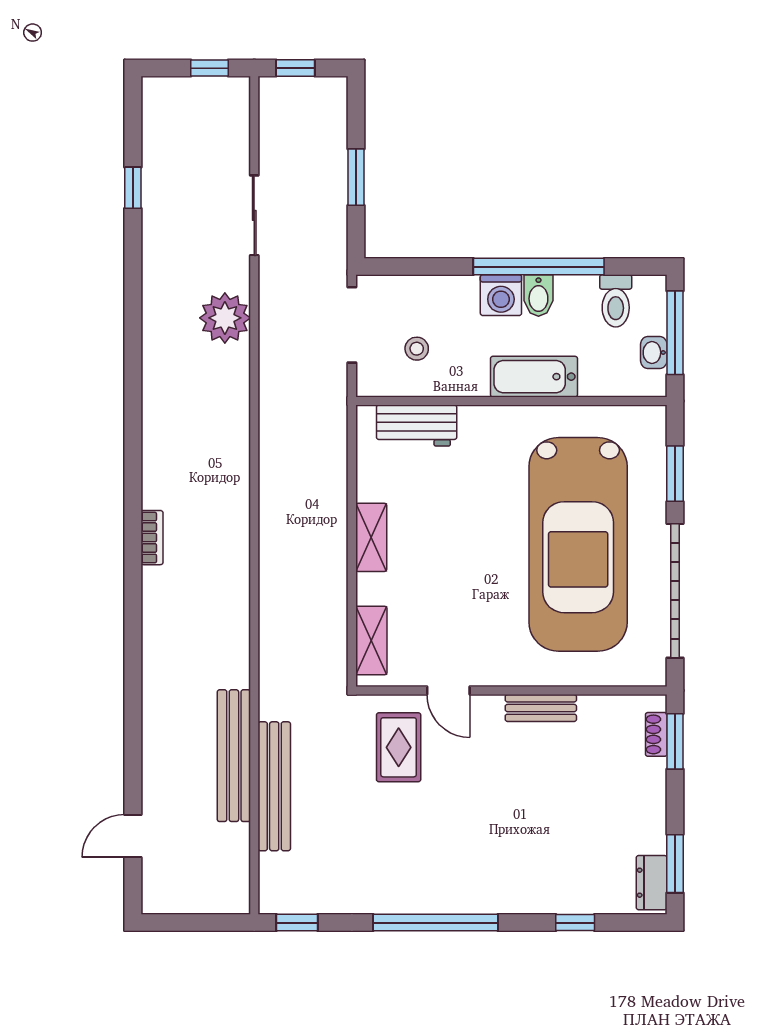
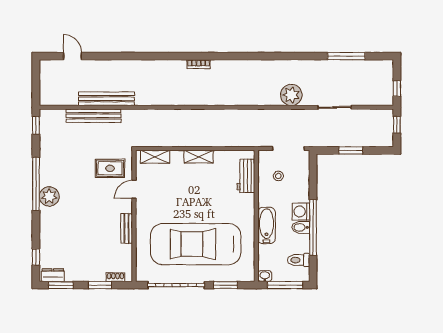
window: (133, 188) -> (346, 56), width x2.17
washbasin: (654, 352) -> (265, 276), moved
window: (675, 741) -> (100, 285), moved
plant: (465, 891) -> (49, 196), added
window: (575, 923) -> (36, 257), moved

